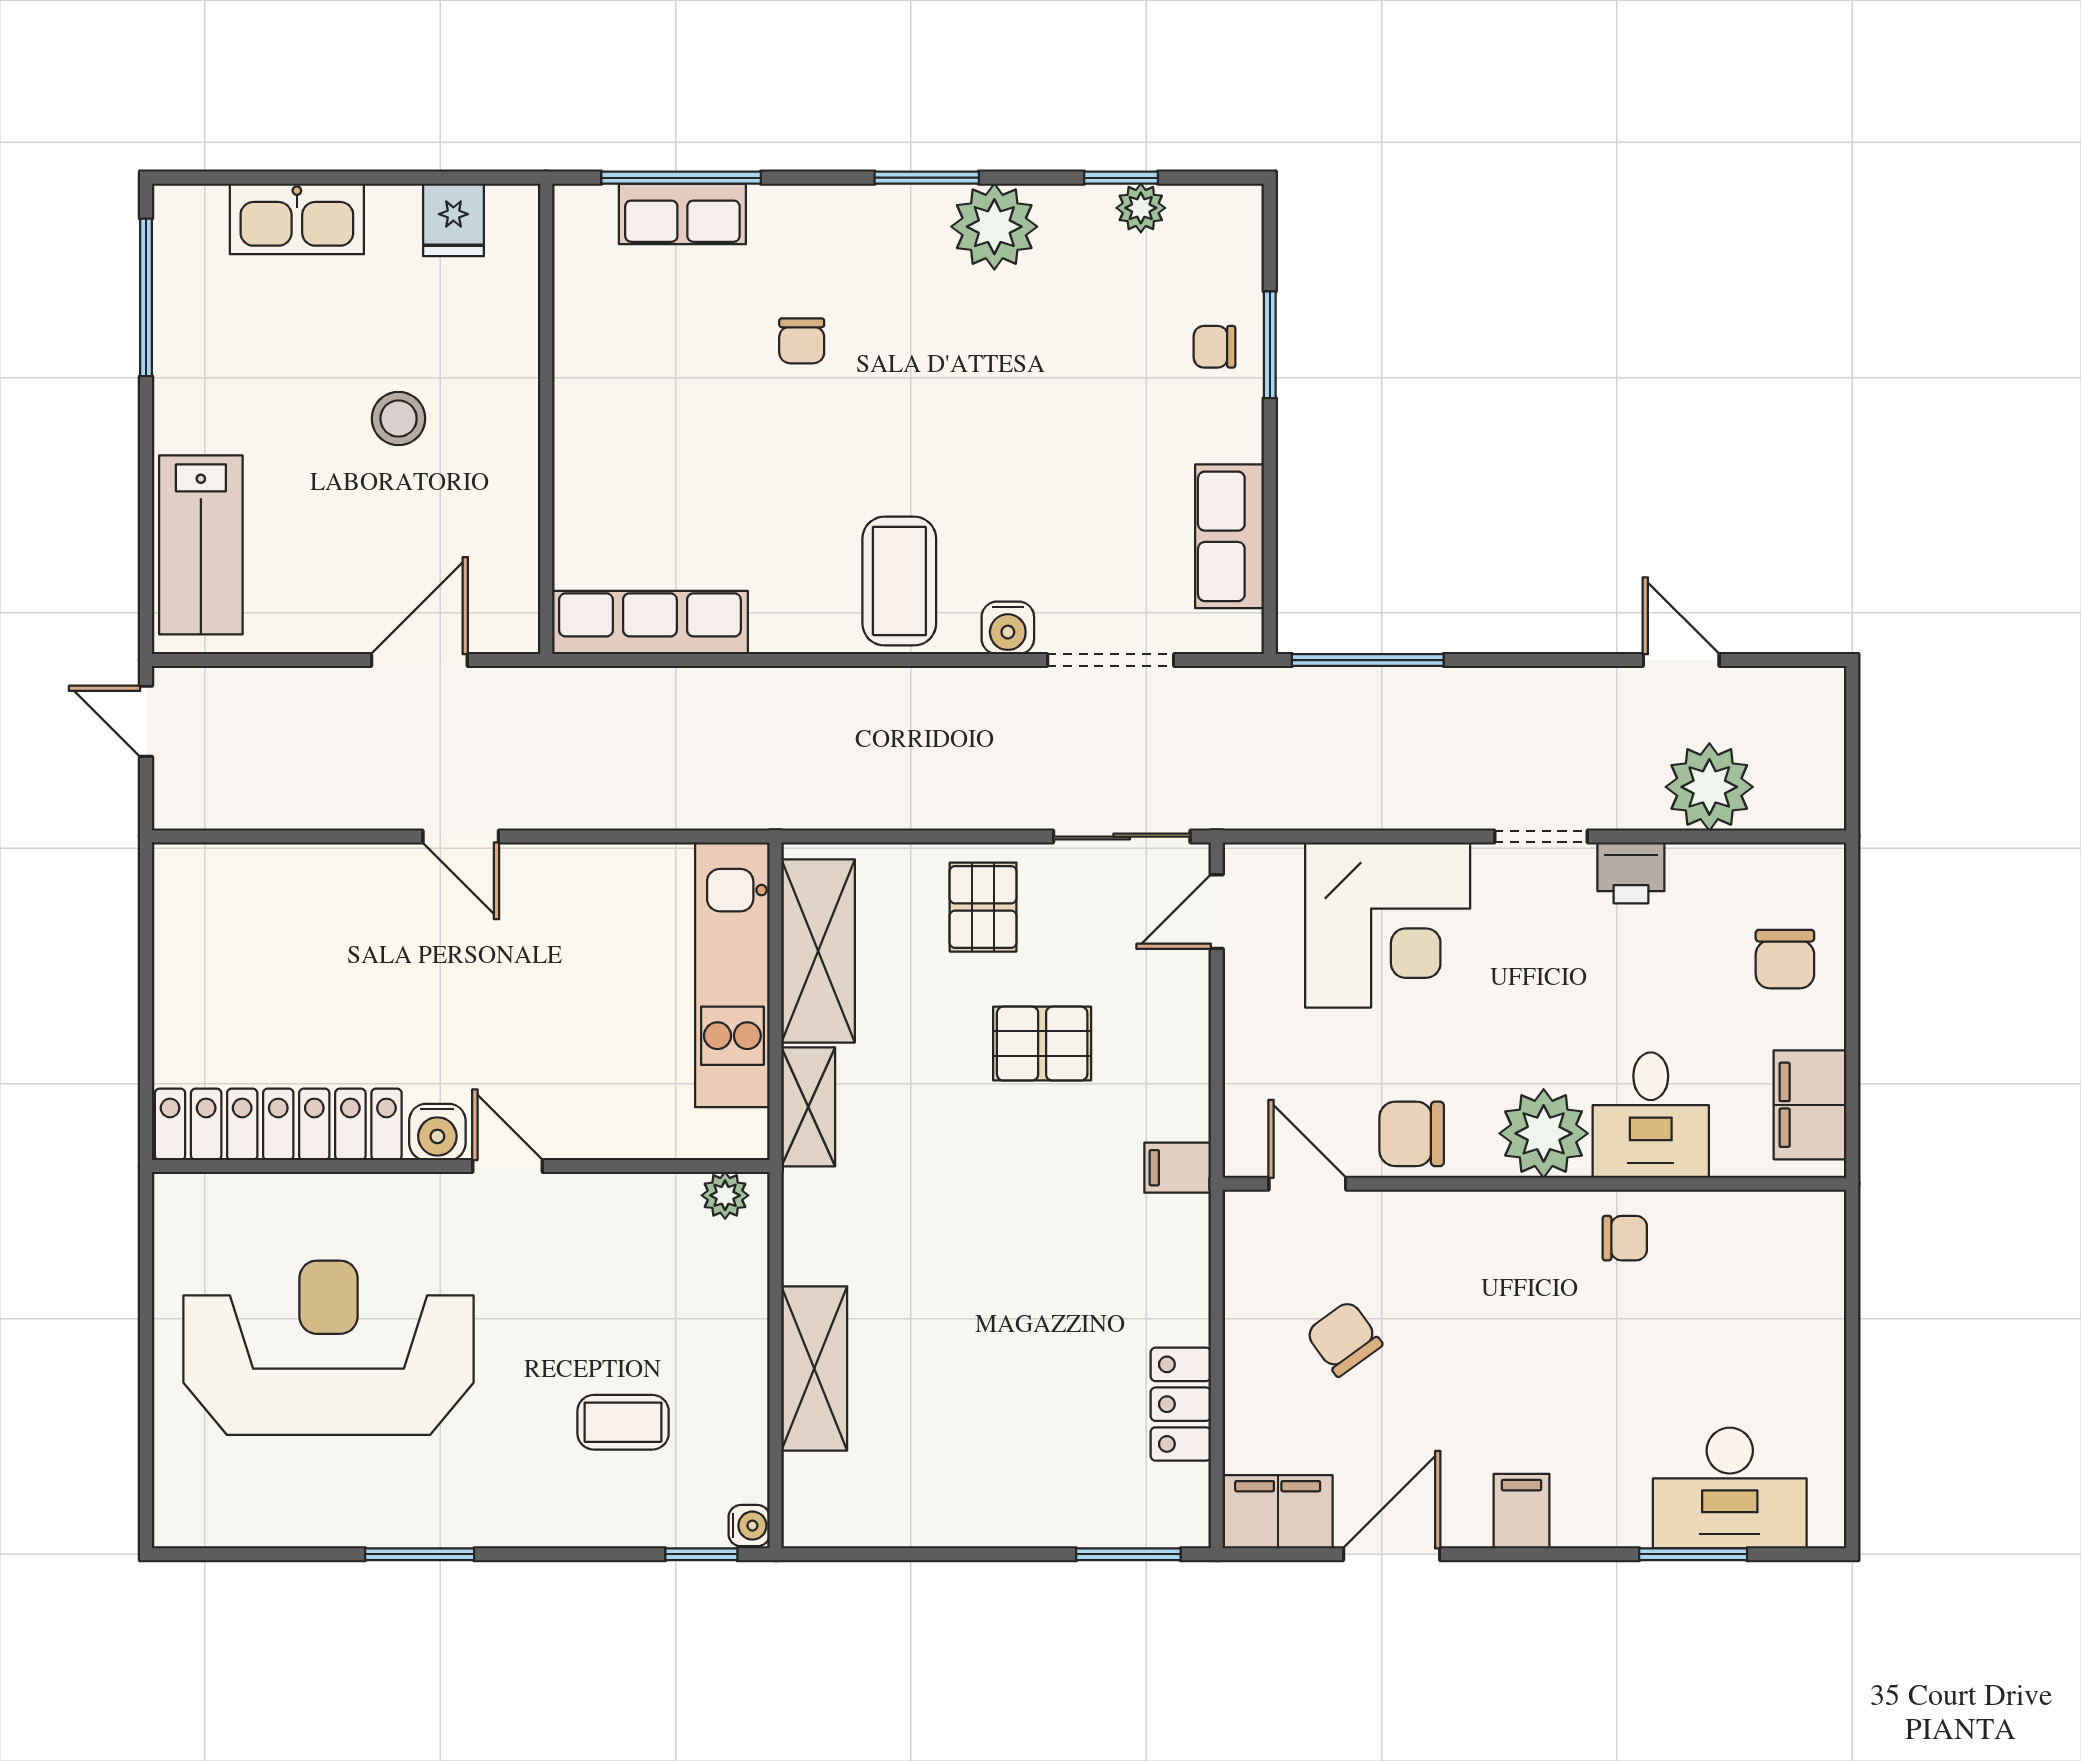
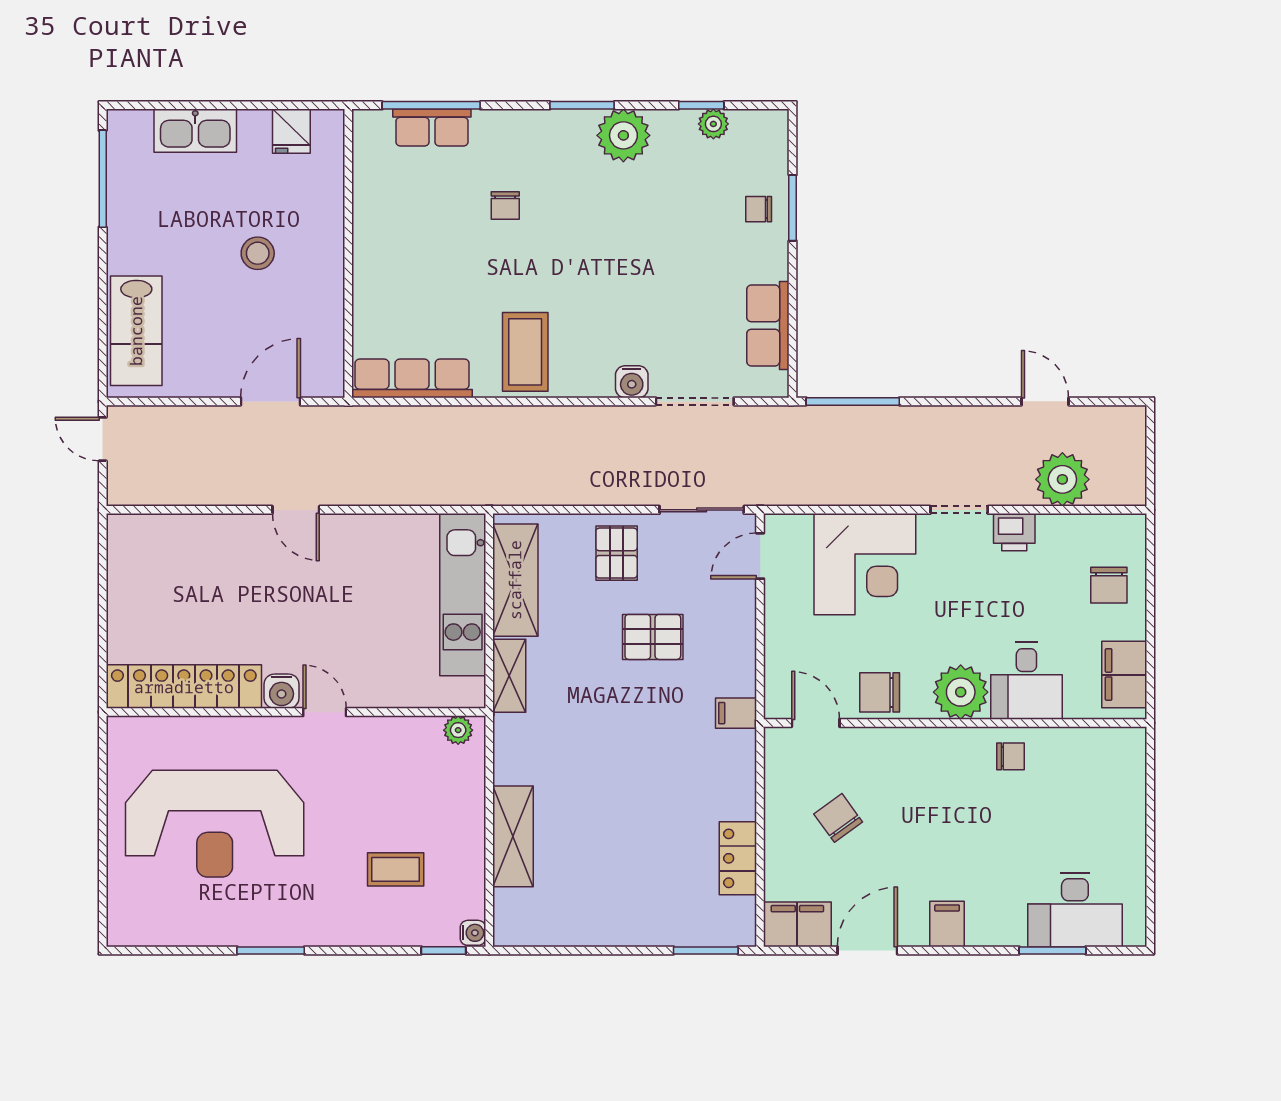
coffee table: (899, 581) -> (525, 352), moved
reception desk: (328, 1348) -> (215, 824), turned 180

